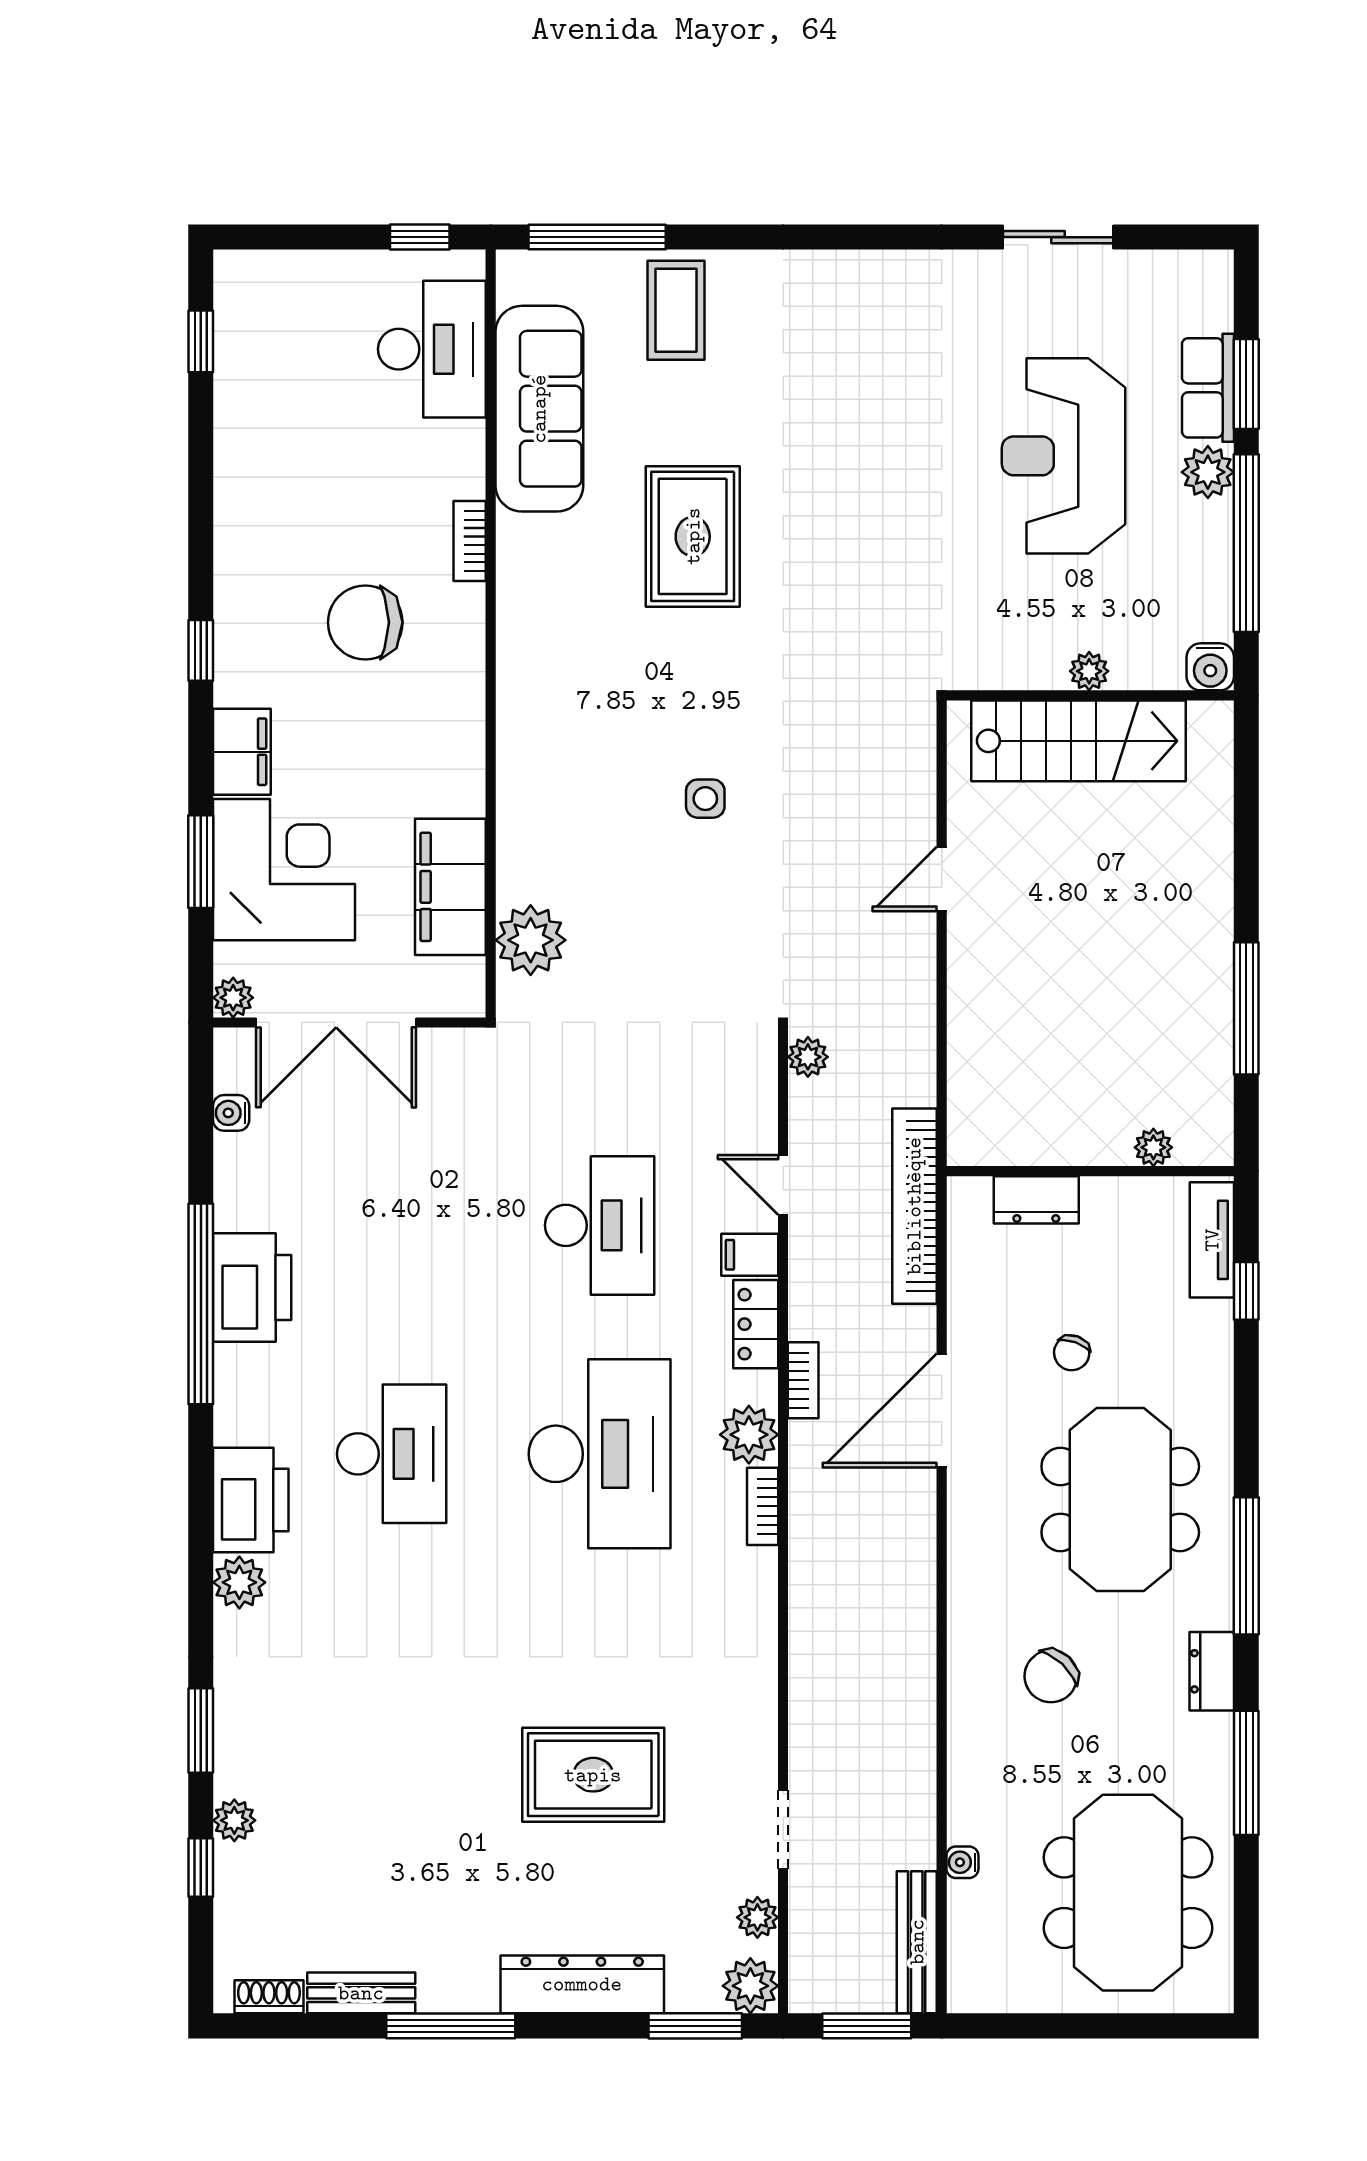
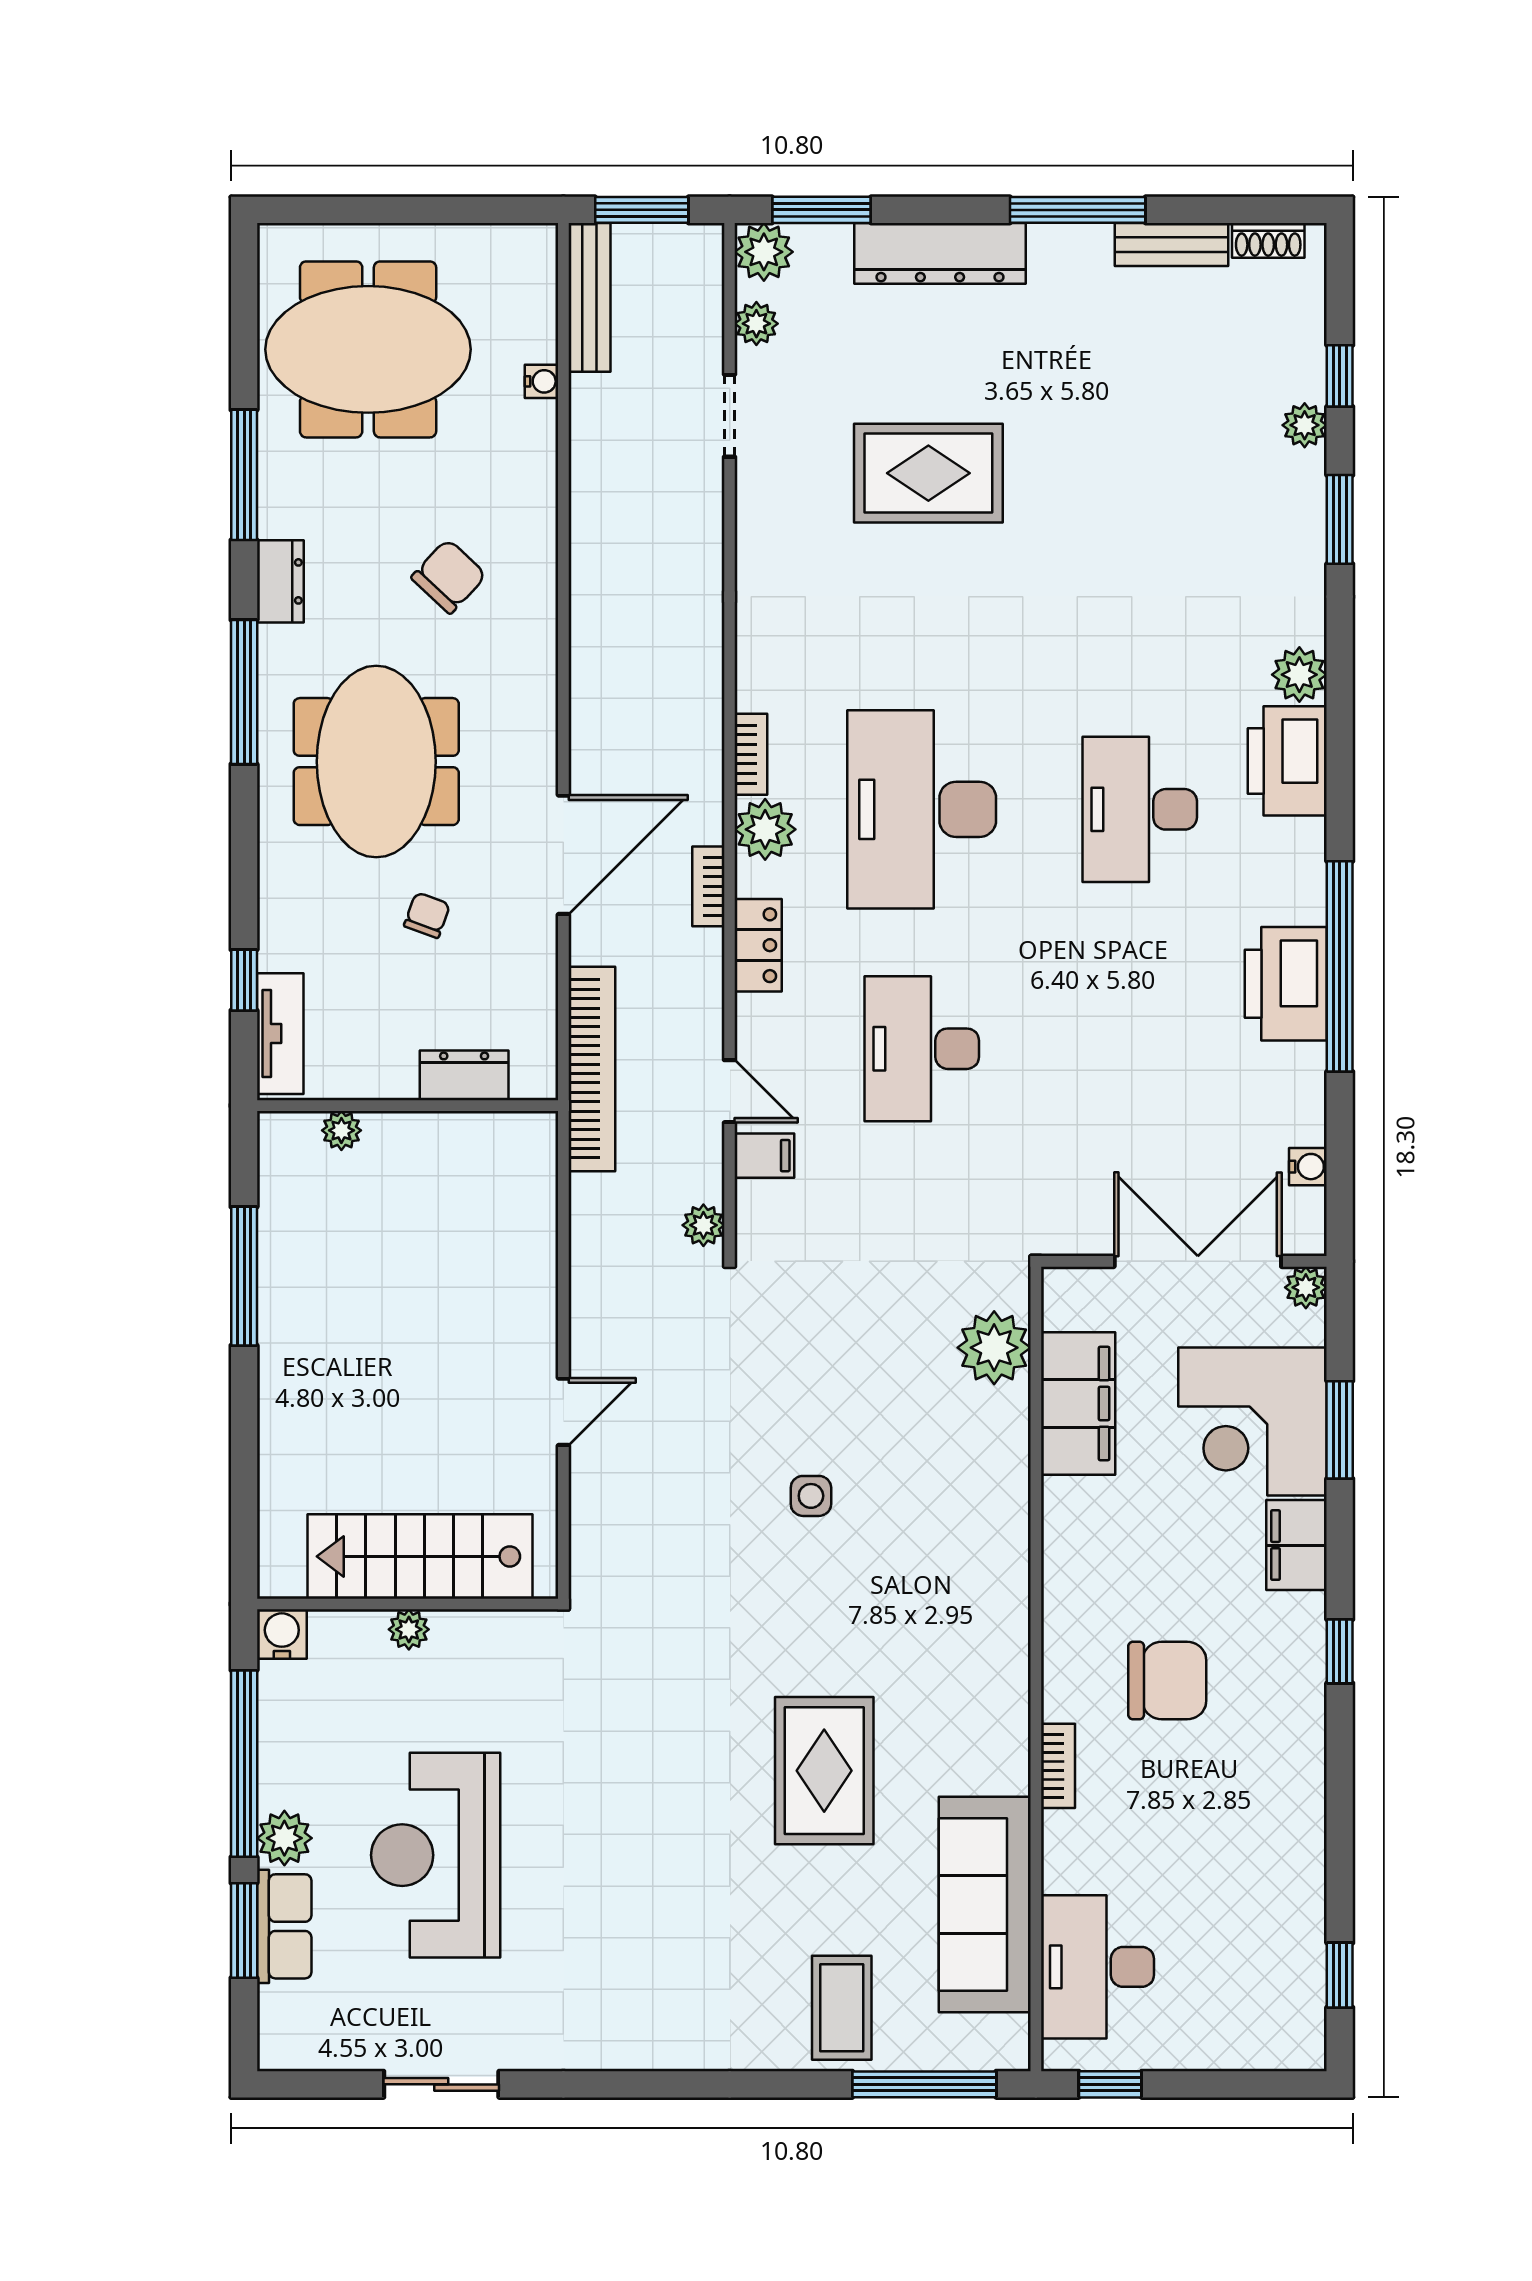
reception desk: (1064, 456) -> (436, 1855), turned 180
filing cabinet: (750, 1255) -> (764, 1156), moved
meeting table: (1128, 1893) -> (368, 349), turned 90

